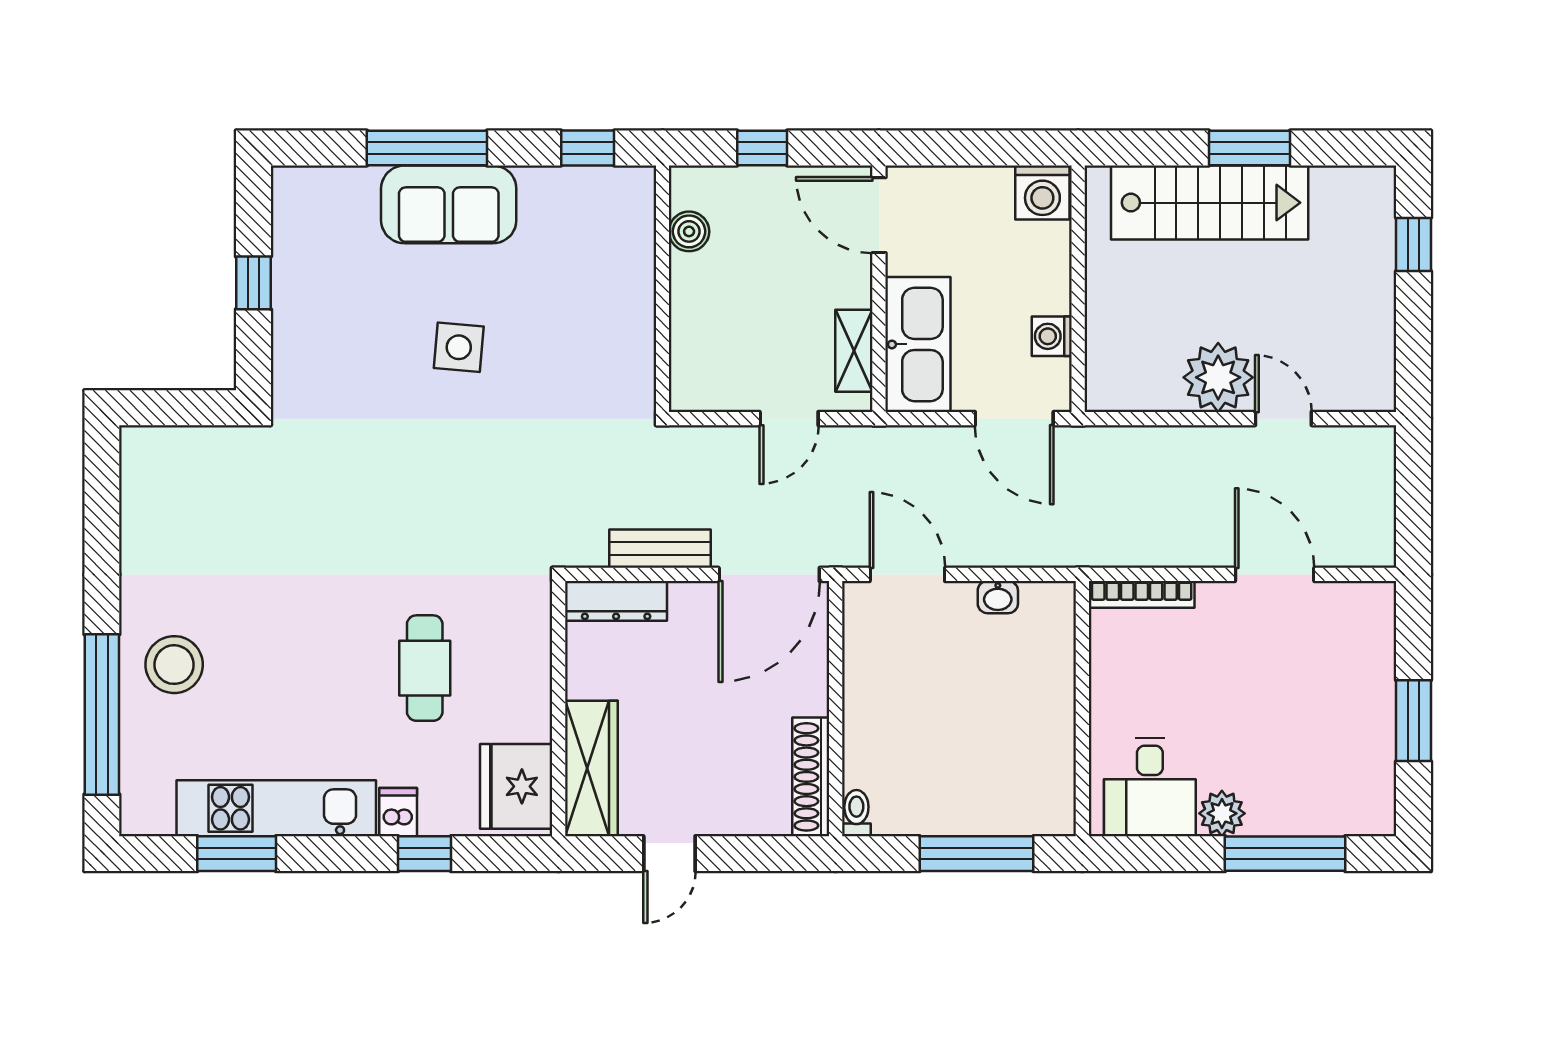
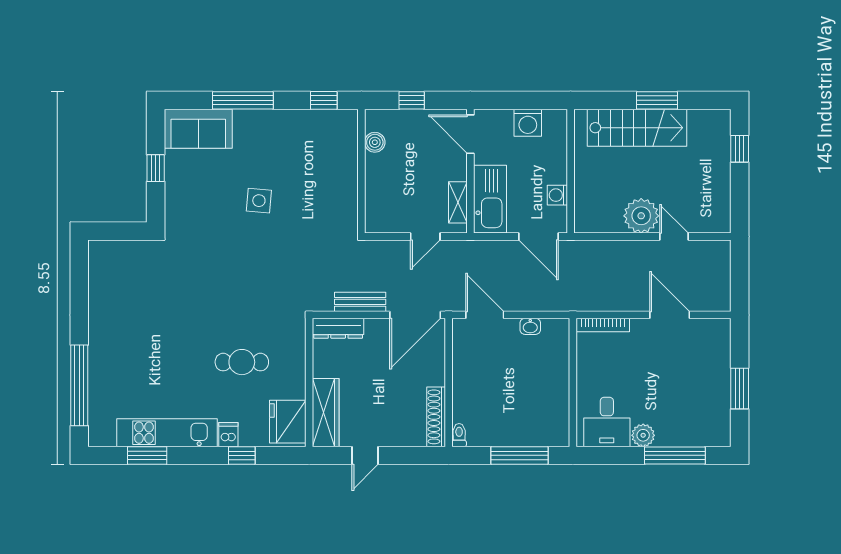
washing machine: (1042, 192) -> (528, 123), moved
sofa: (449, 204) -> (198, 129), moved
stool: (174, 665) -> (116, 360), removed
cafe table: (425, 668) -> (242, 362), turned 90

